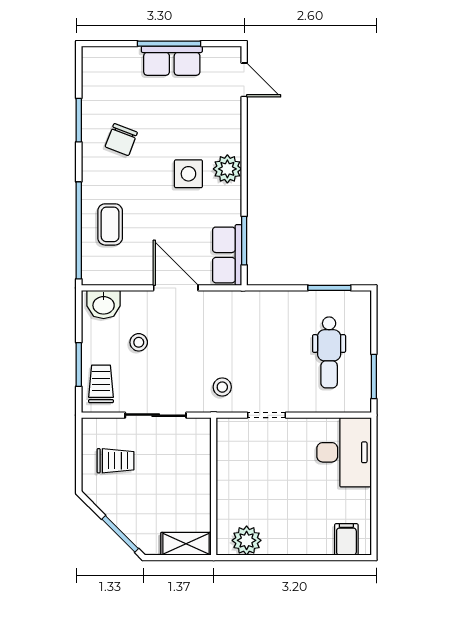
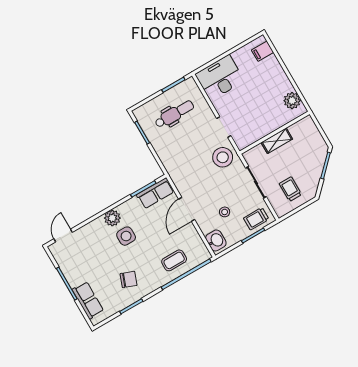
row of seats: (172, 61) -> (88, 300), moved
stool: (222, 387) -> (223, 157), width x1.89, depth x1.89
shelving: (186, 544) -> (277, 141), moved, turned 90

